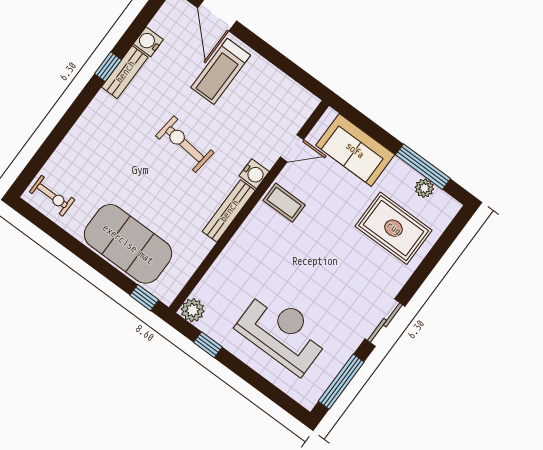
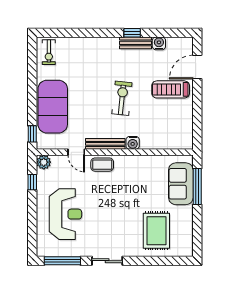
door: (292, 148) -> (76, 152), moved
window: (423, 167) -> (197, 187), moved
plant: (424, 188) -> (187, 231), removed
coffee table: (284, 203) -> (102, 165), moved, turned 90

